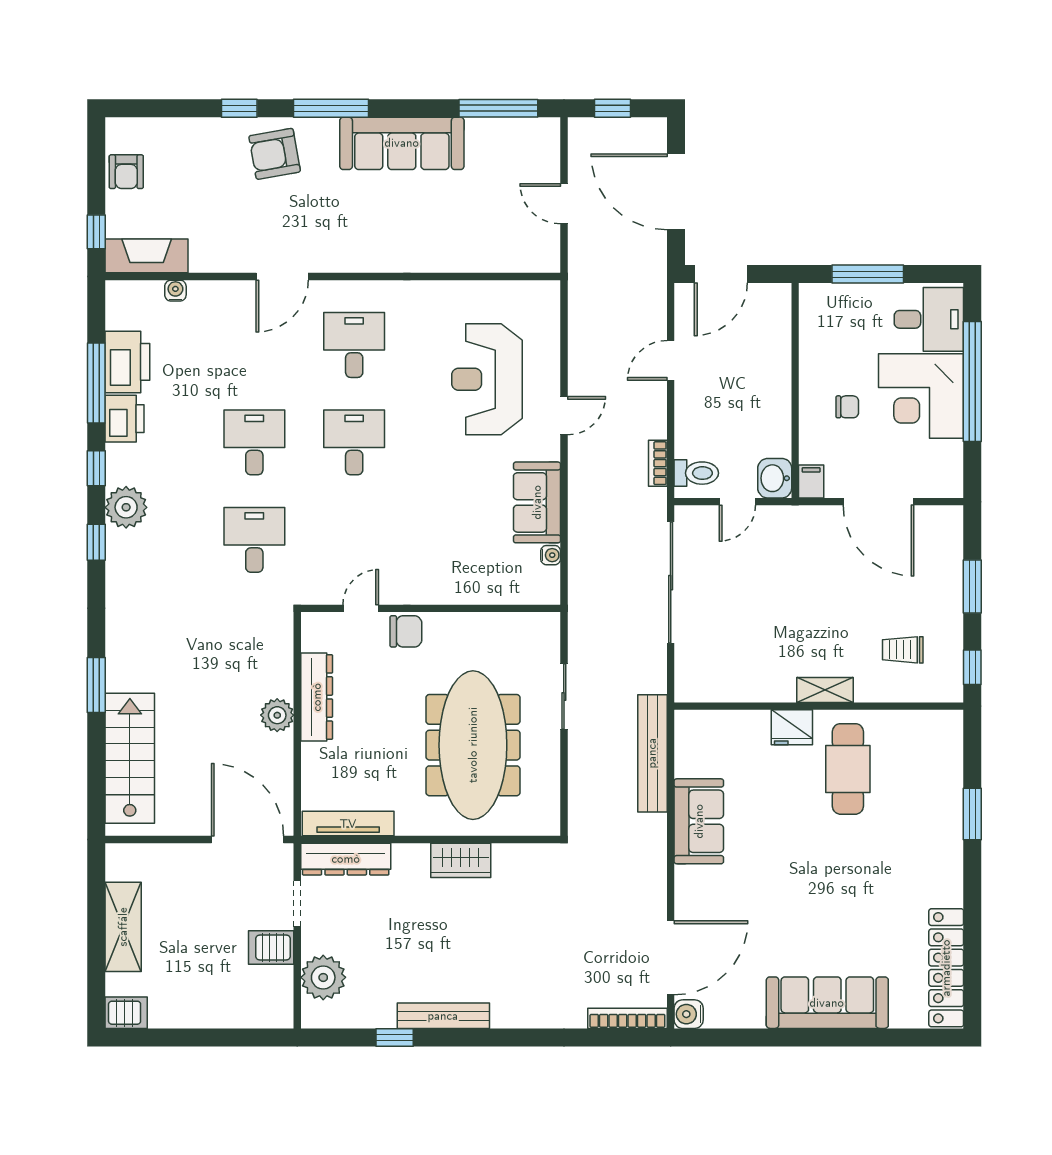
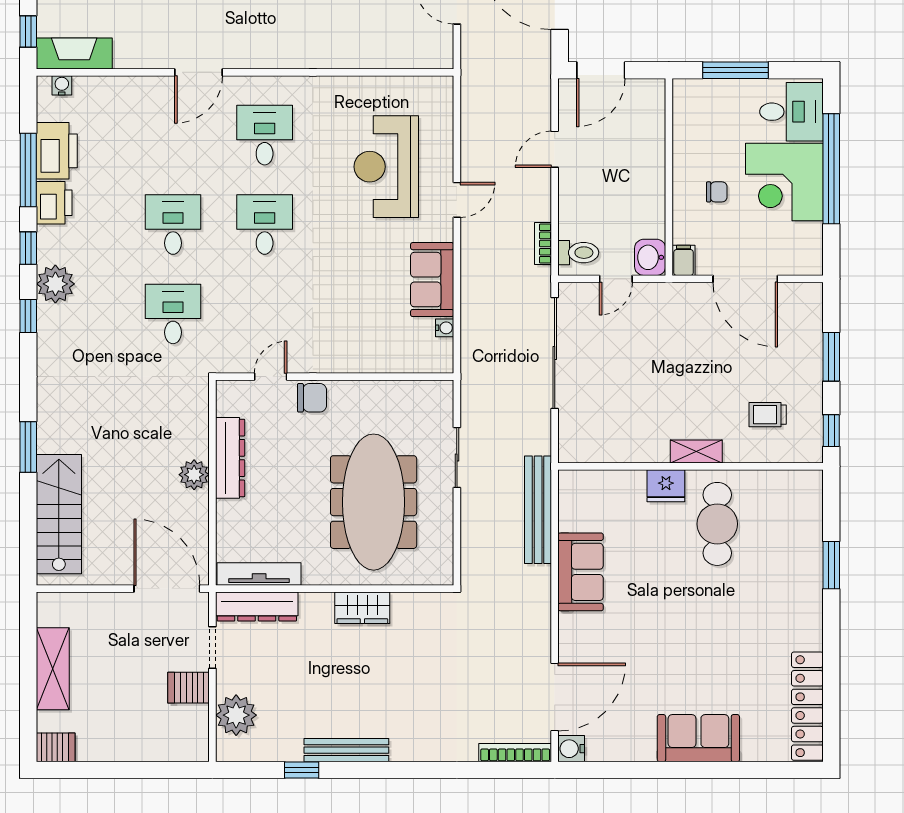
water cooler: (175, 291) -> (62, 85), moved
sofa: (827, 1003) -> (698, 738), width x0.73

